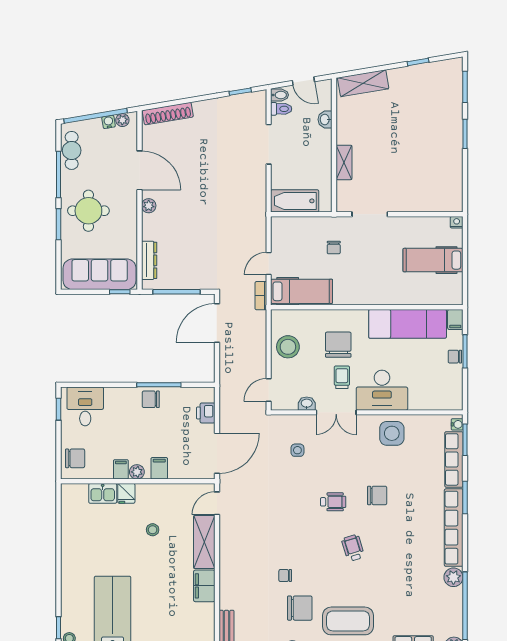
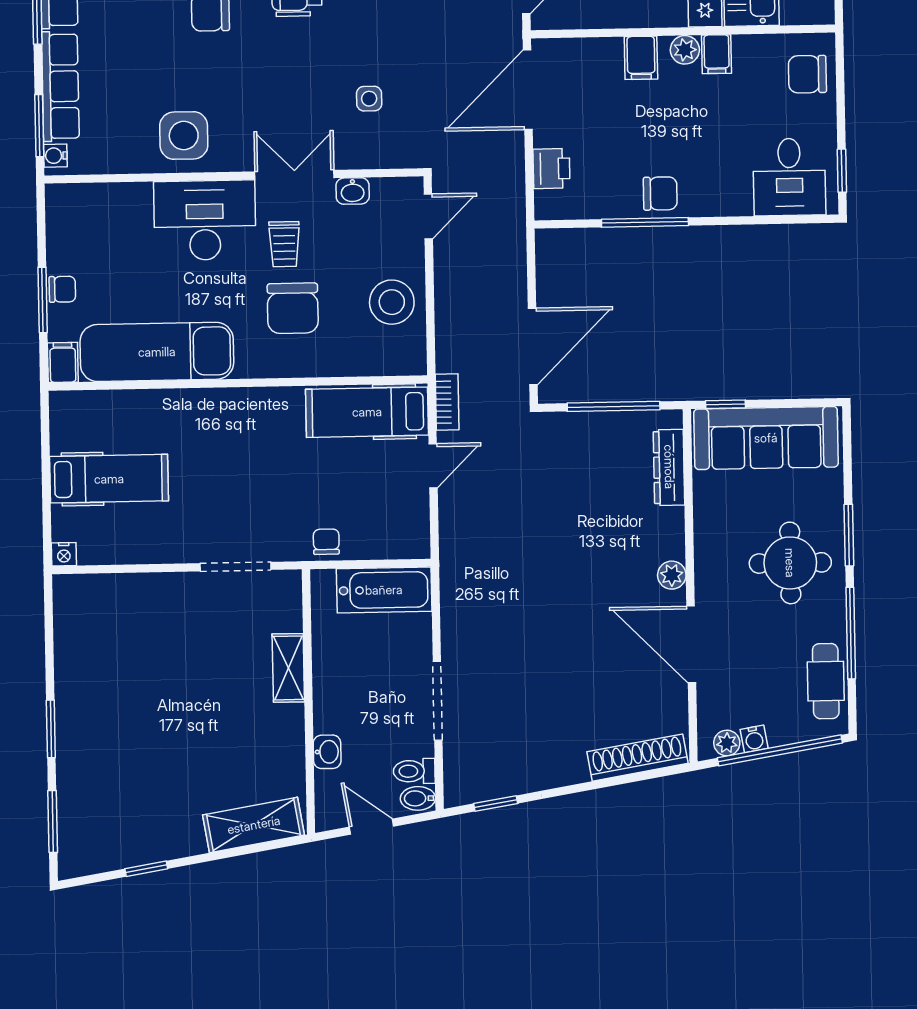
chair: (334, 248) -> (326, 542), moved

